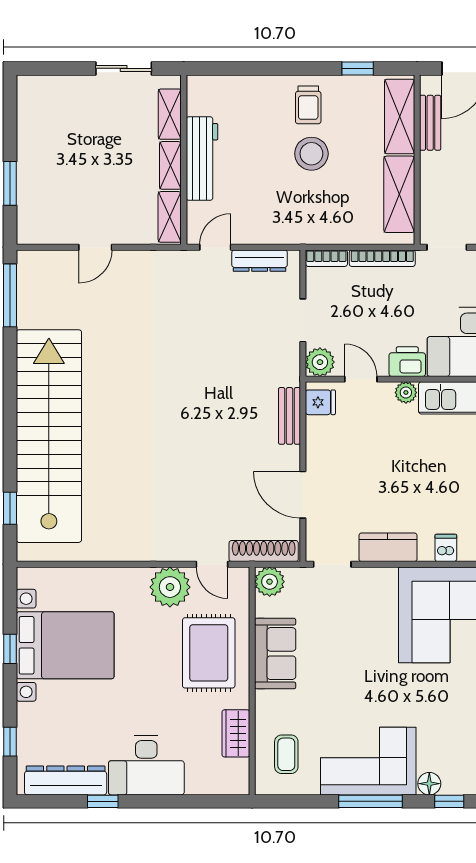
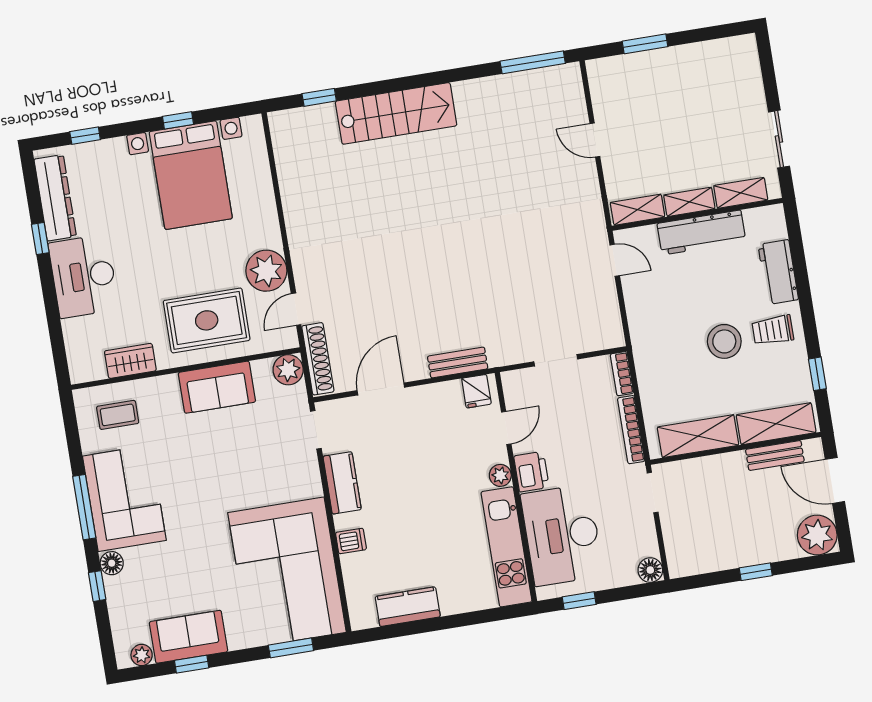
workbench: (253, 90) -> (778, 272), added
dresser: (260, 261) -> (609, 307), removed
plant: (320, 362) -> (517, 384), removed
stairs: (49, 436) -> (396, 113), width x0.54, depth x0.66

